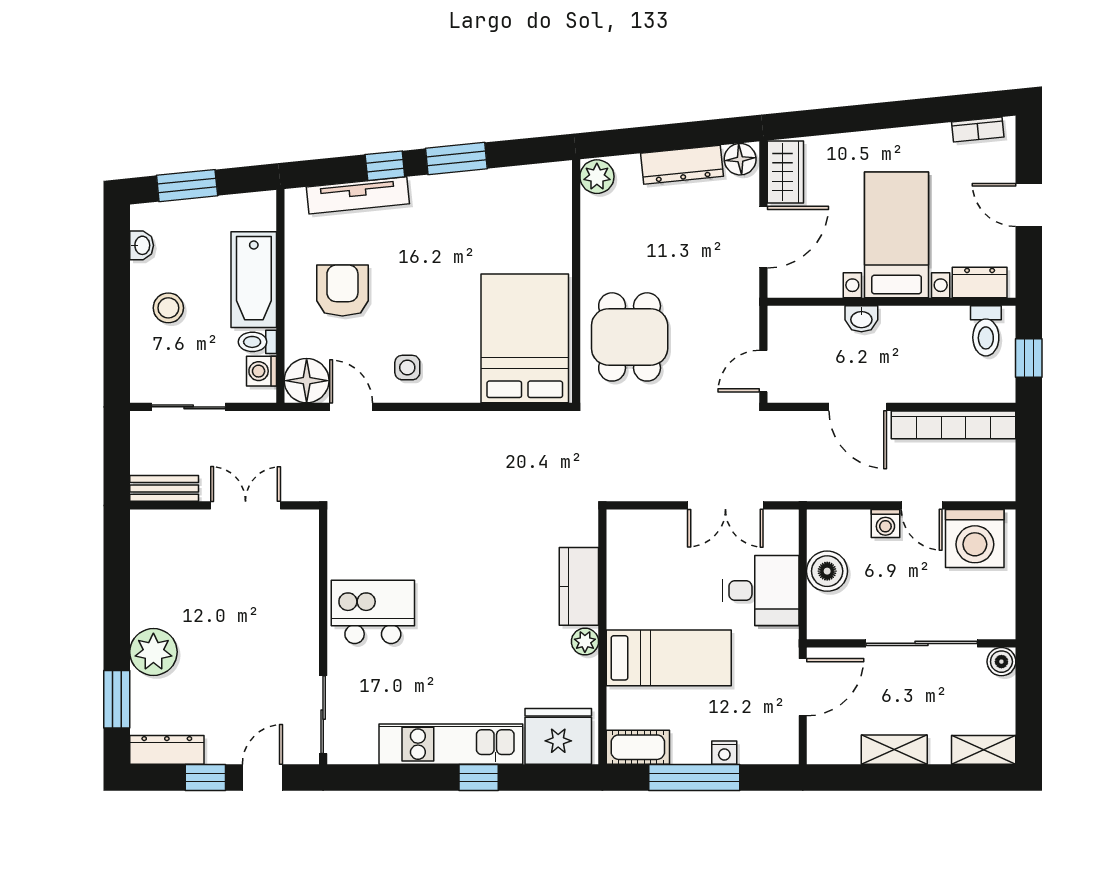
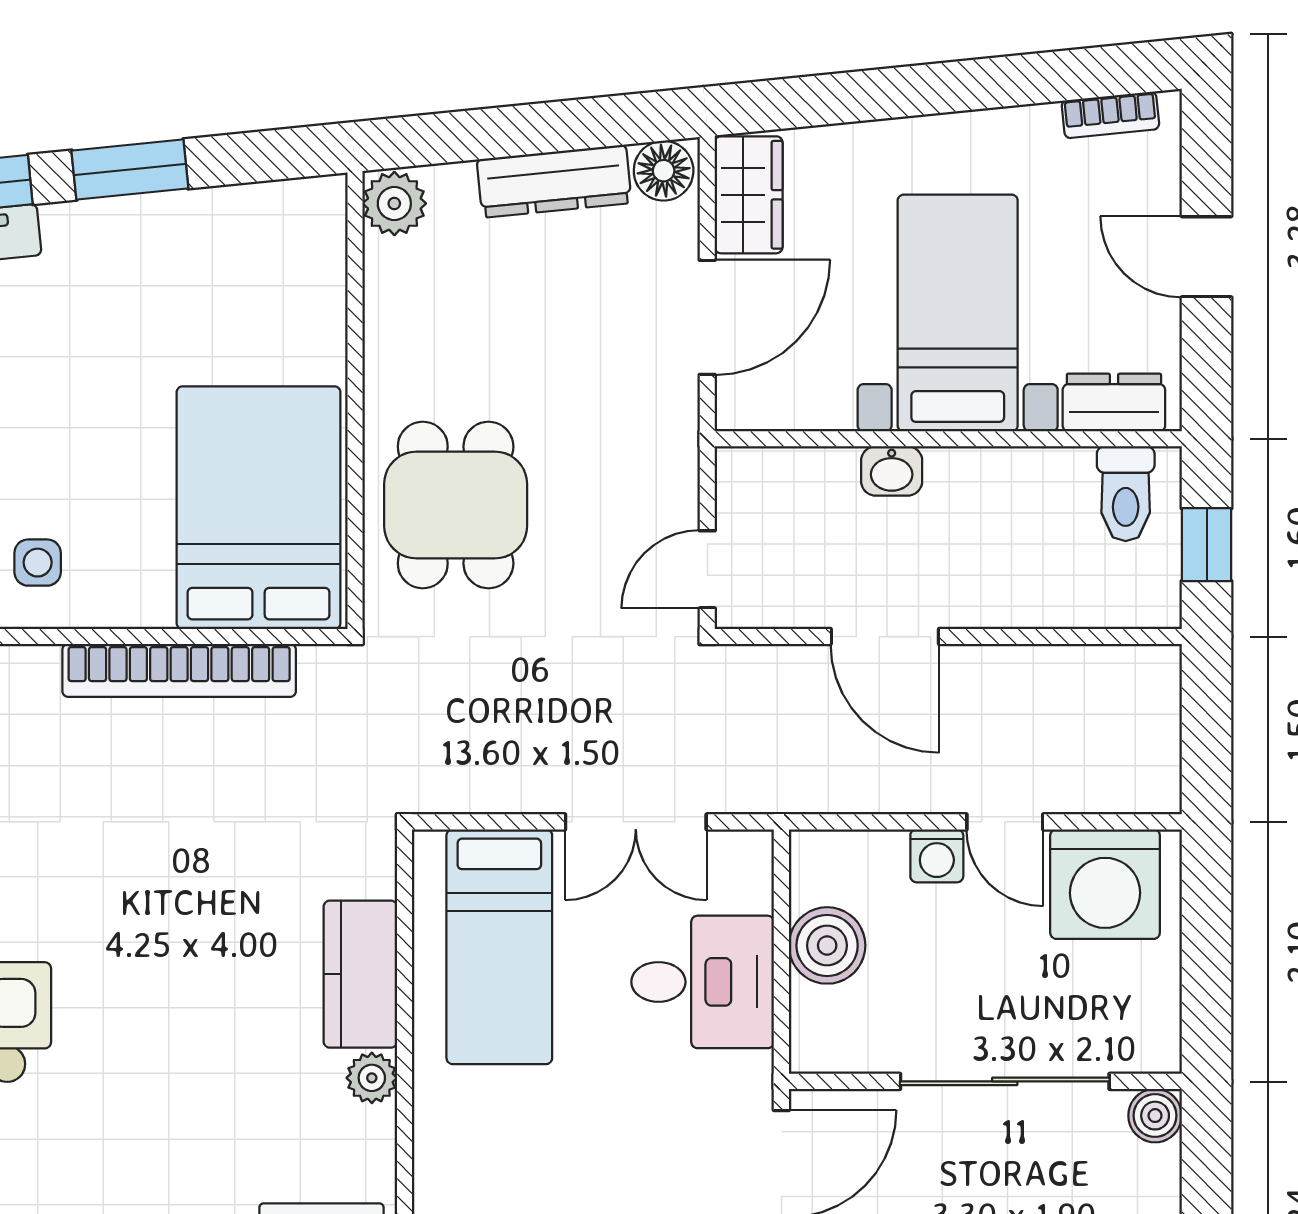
bookcase: (954, 425) -> (179, 670), moved
bed: (669, 658) -> (499, 947), moved, turned 90

